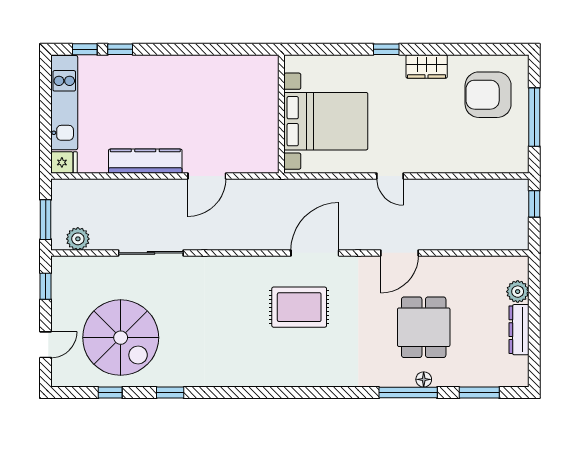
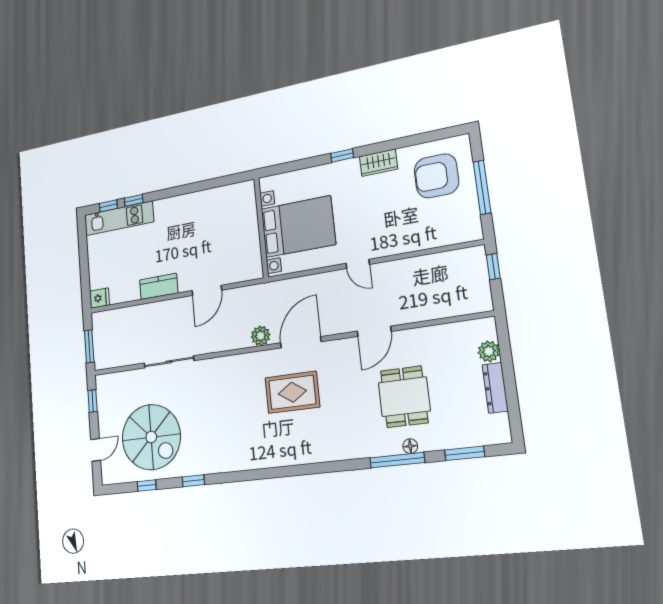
kitchen unit: (64, 103) -> (119, 218), moved, turned 90
kitchen counter: (145, 161) -> (159, 286), width x0.67
plant: (78, 239) -> (261, 336), moved

